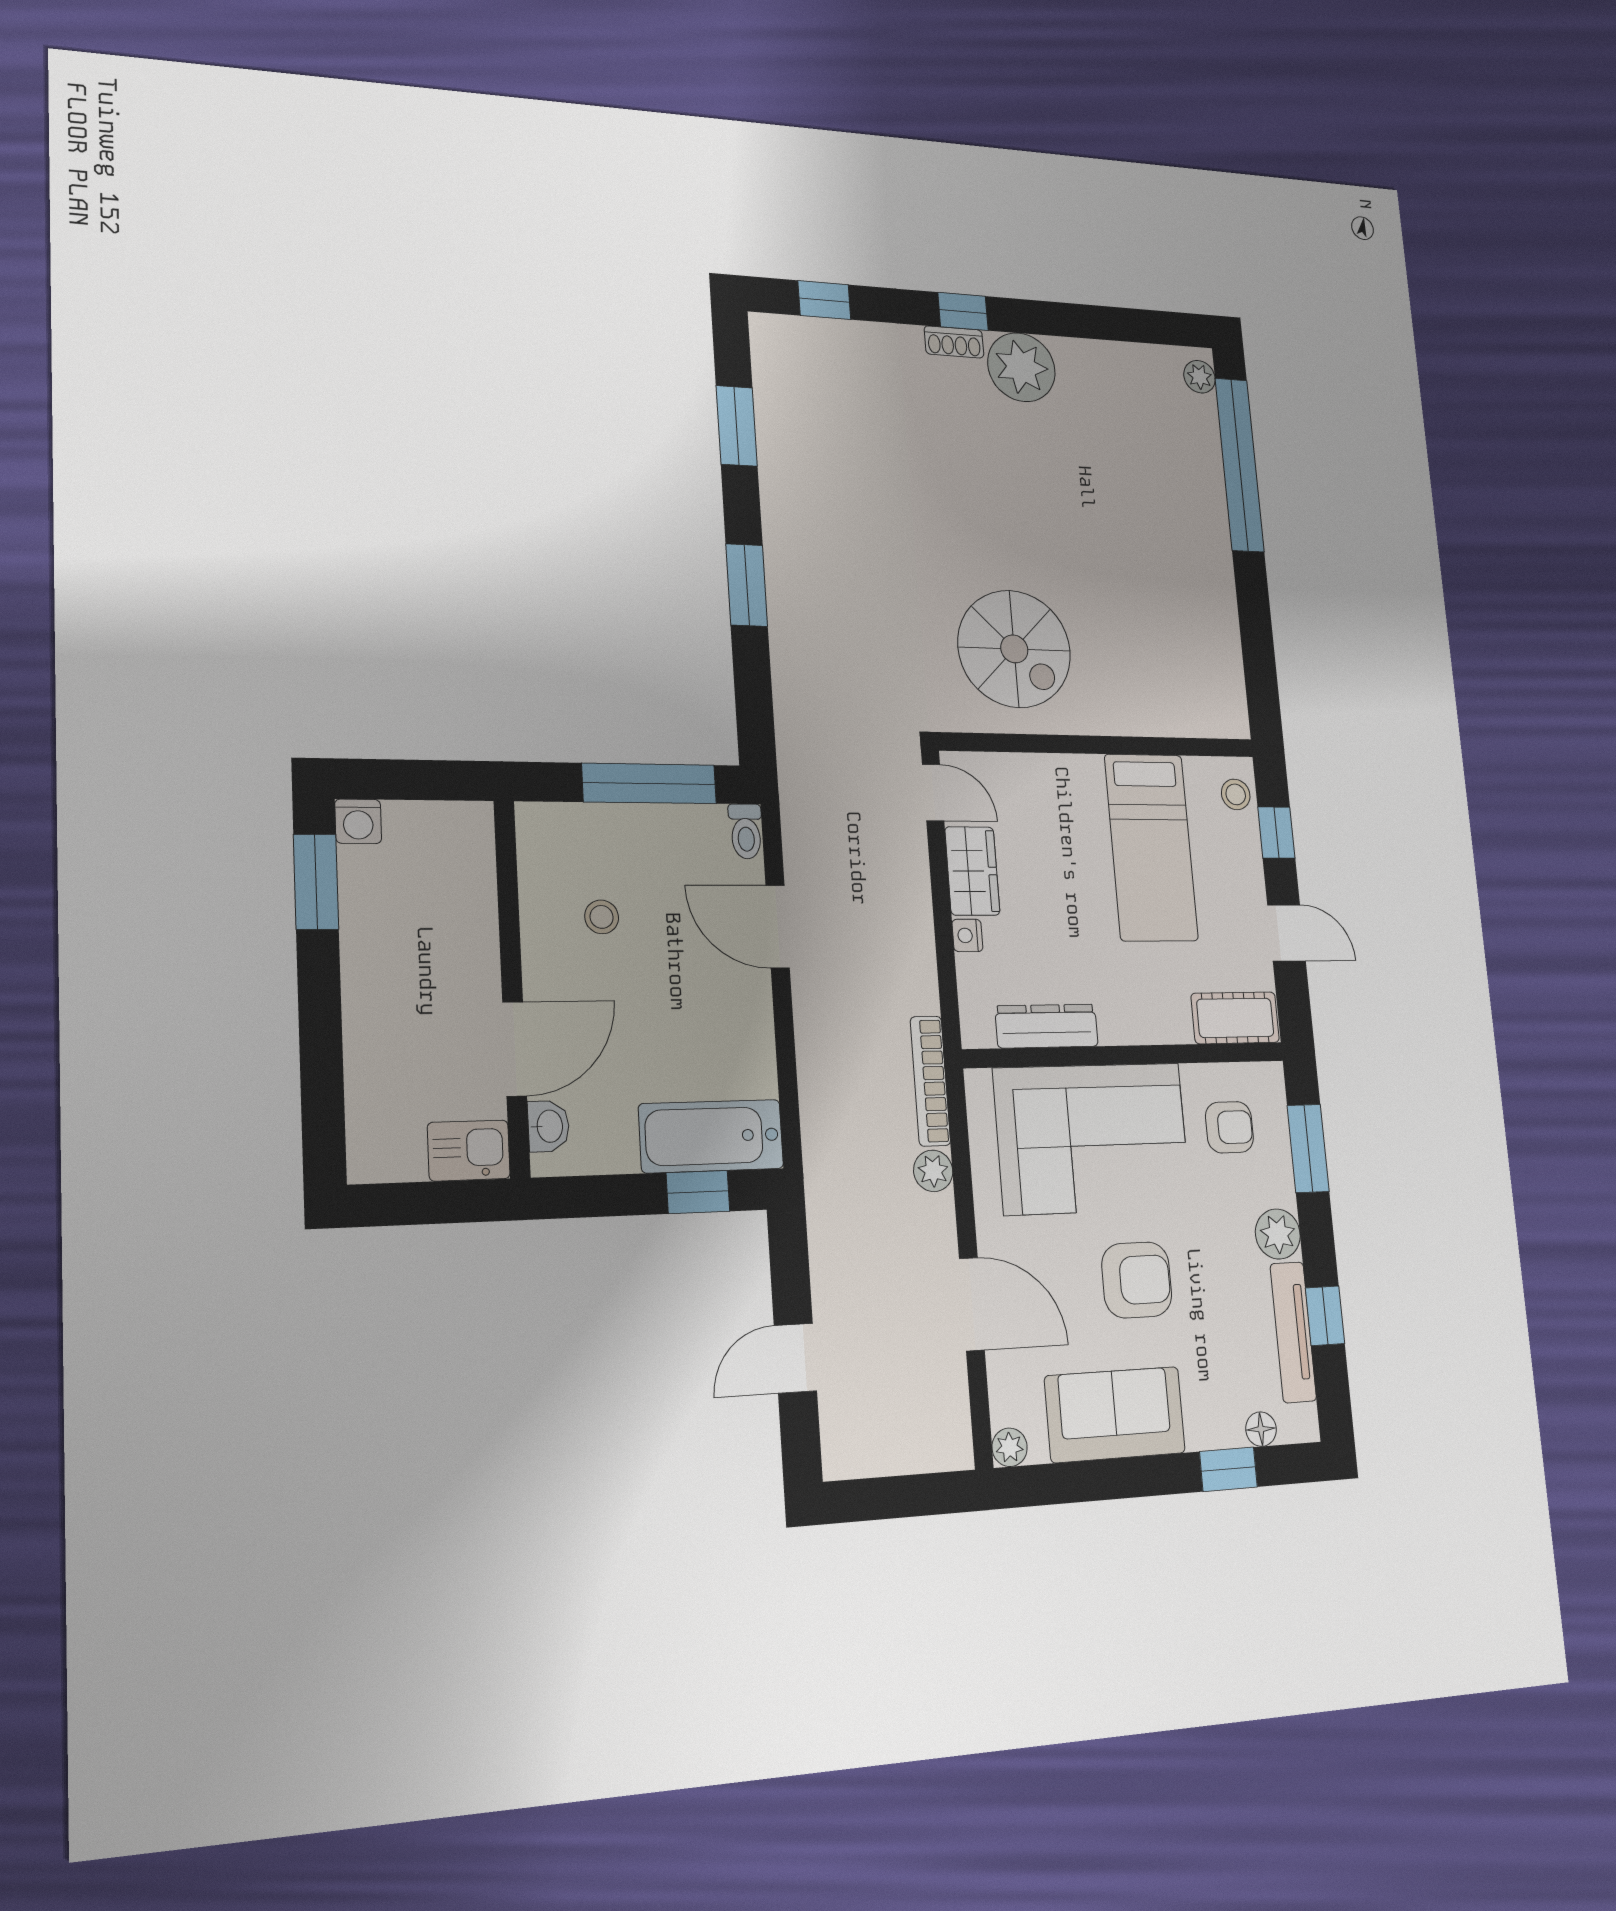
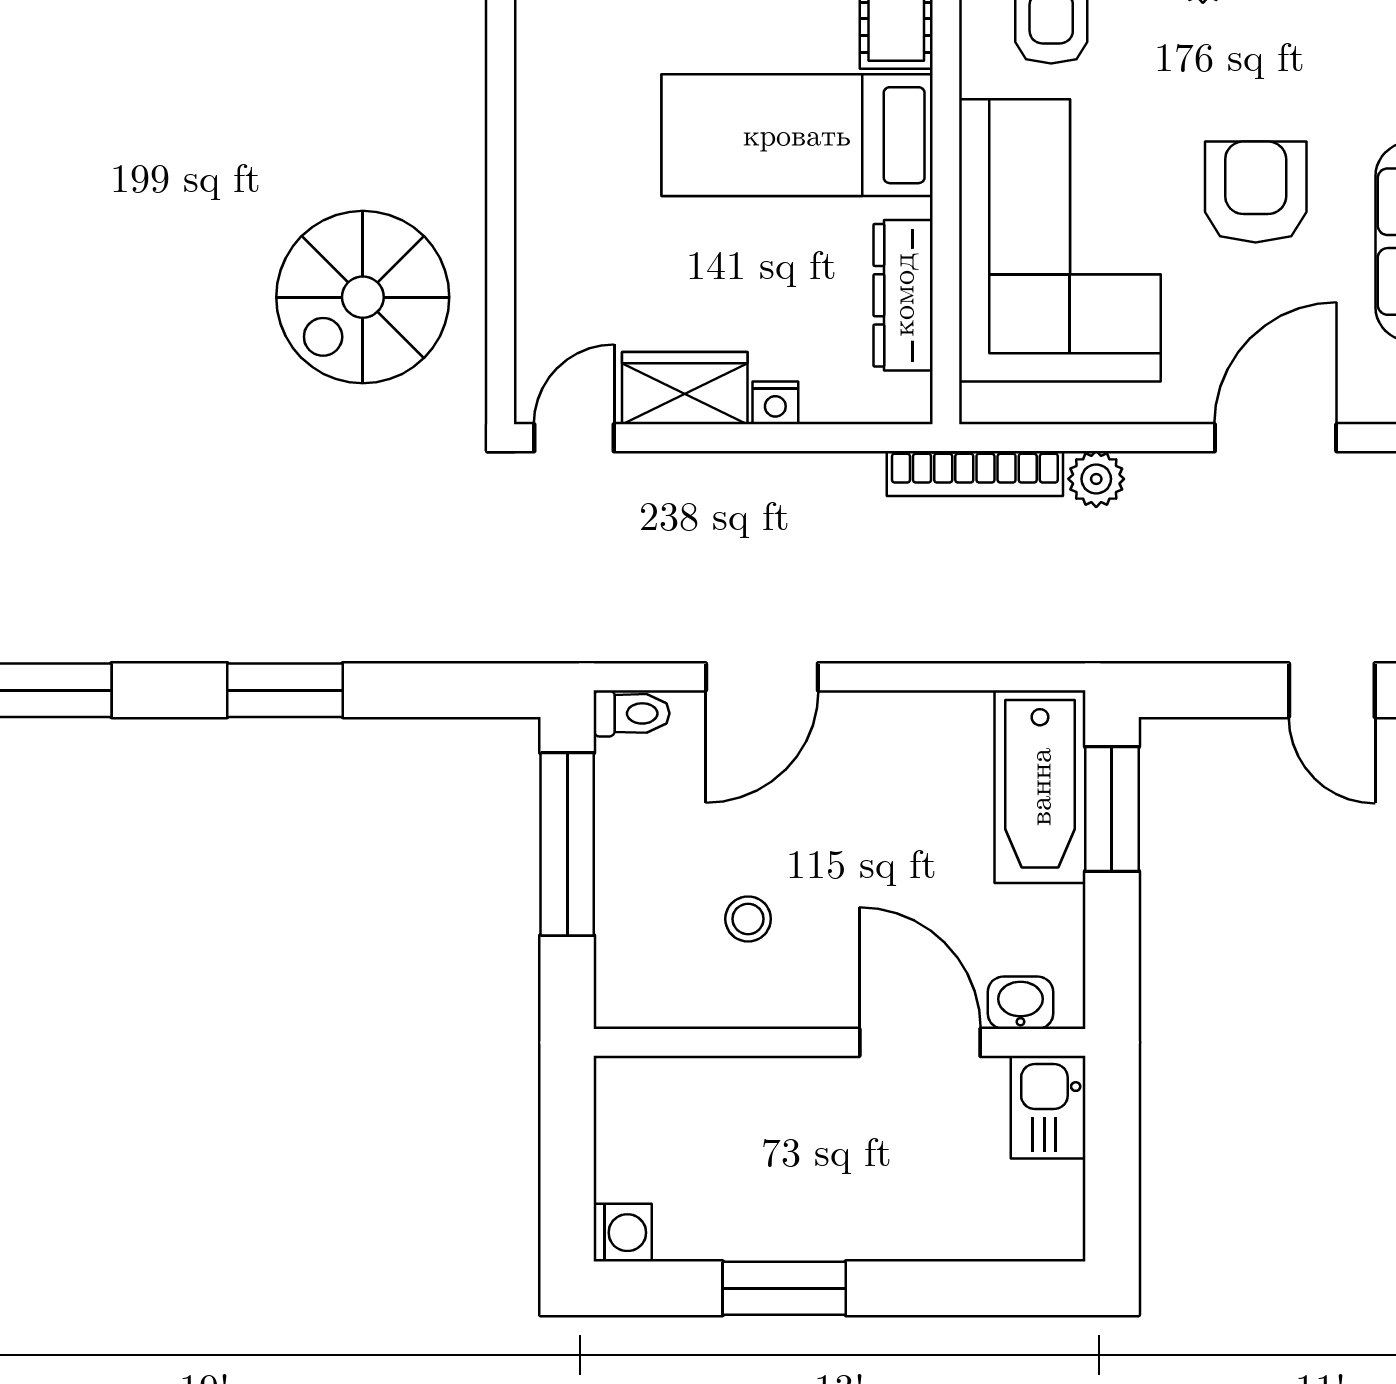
spiral stairs: (1014, 649) -> (363, 297), turned 180
bed: (1151, 847) -> (797, 135), moved, turned 180
window: (316, 882) -> (784, 1288), moved
window: (698, 1192) -> (1112, 809), width x1.50

